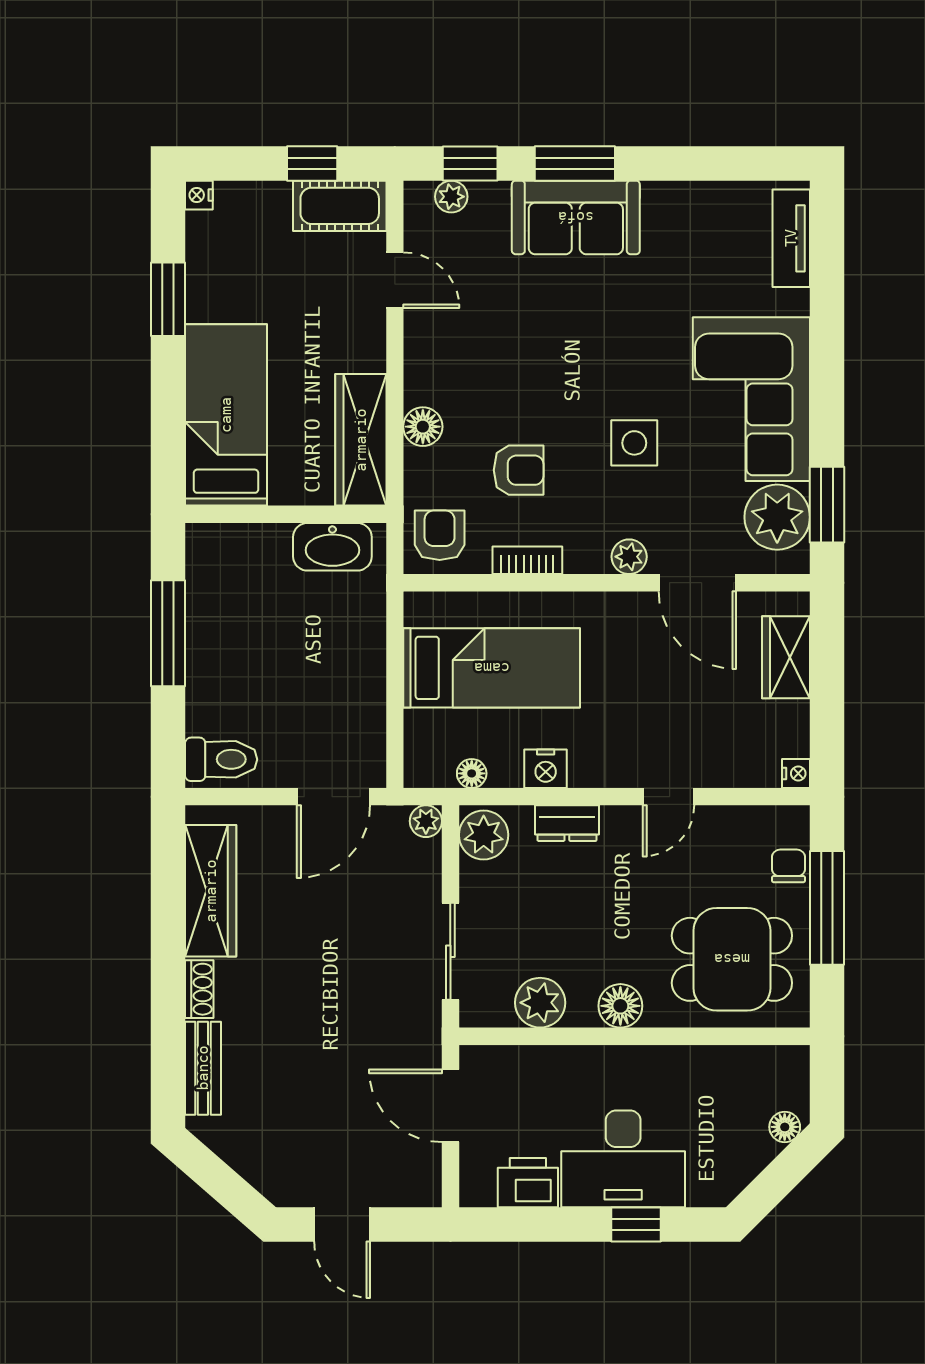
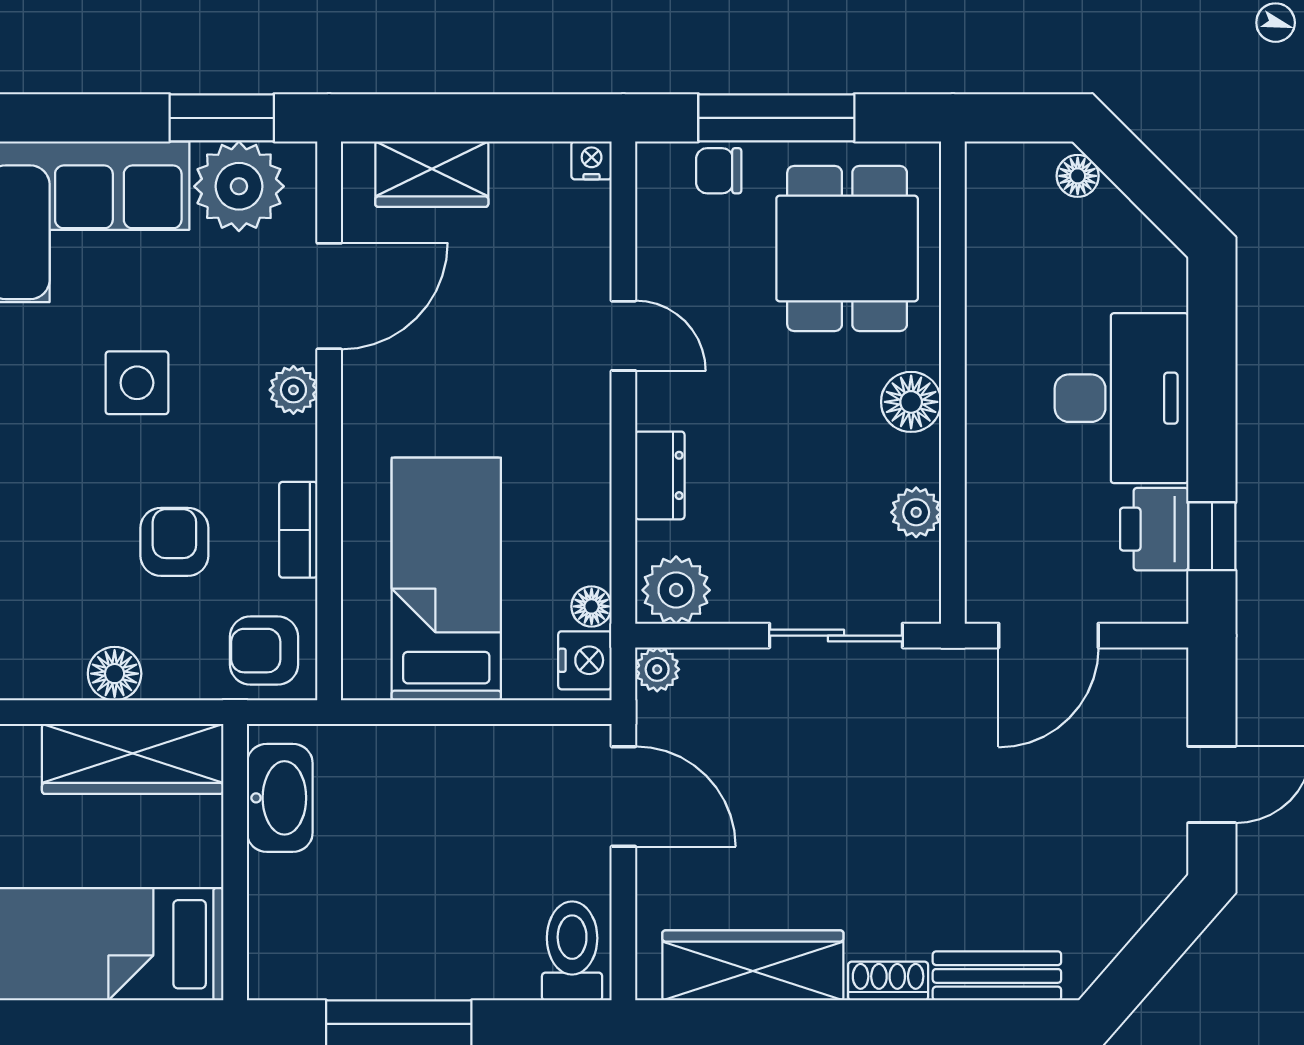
nightstand: (546, 769) -> (585, 660), moved
plant: (540, 1003) -> (916, 512), width x0.73, depth x0.73
window: (636, 1225) -> (1212, 536), moved

